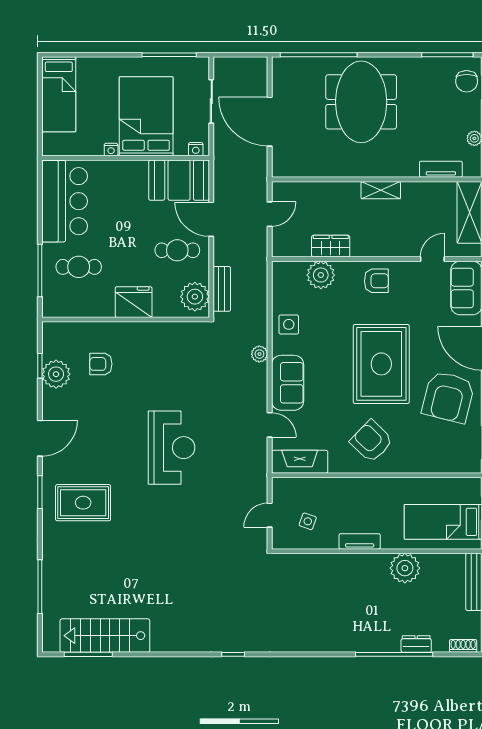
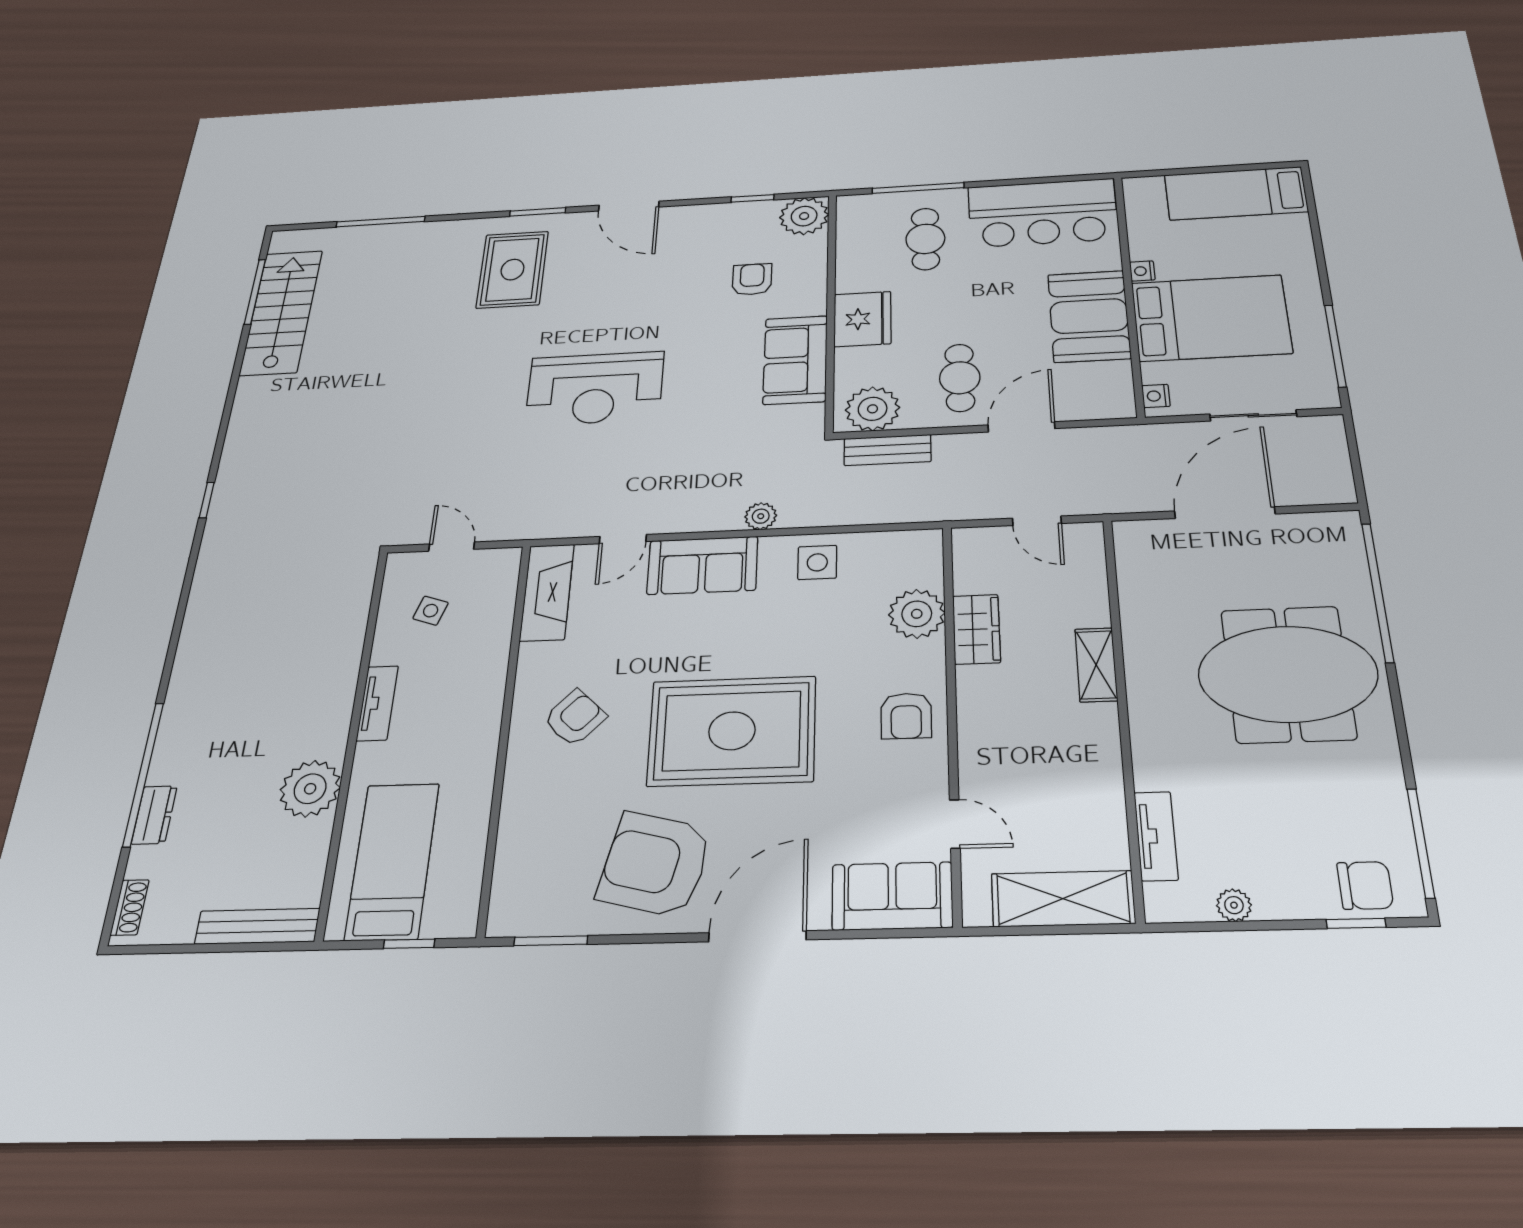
chair: (467, 81) -> (1365, 885), turned 180
booth: (179, 180) -> (1089, 316), moved
shelving: (381, 190) -> (1096, 665), moved
sofa: (159, 338) -> (795, 360), added
plant: (56, 374) -> (804, 216), moved
armchair: (371, 441) -> (575, 718), width x0.72, depth x0.72

